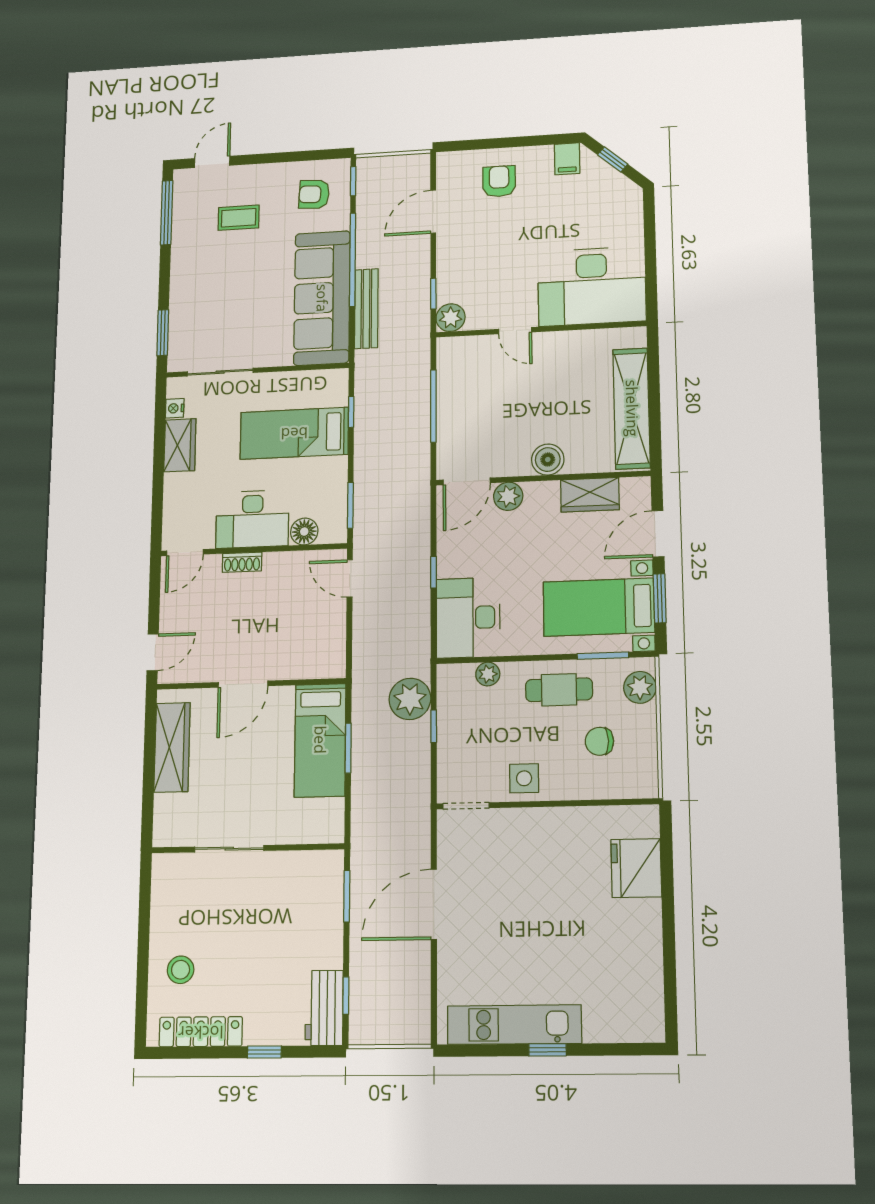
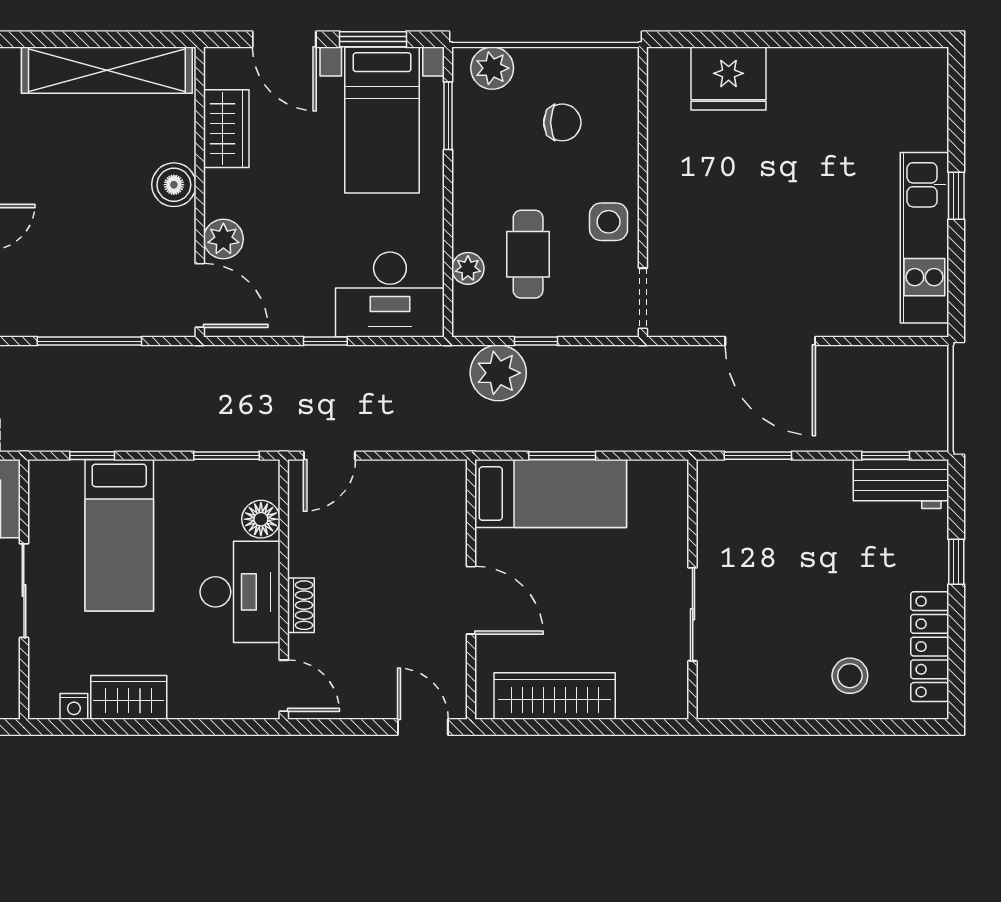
sliding door: (220, 372) -> (24, 591), moved
cafe table: (559, 690) -> (528, 254), moved
chair: (599, 741) -> (562, 122), turned -90

